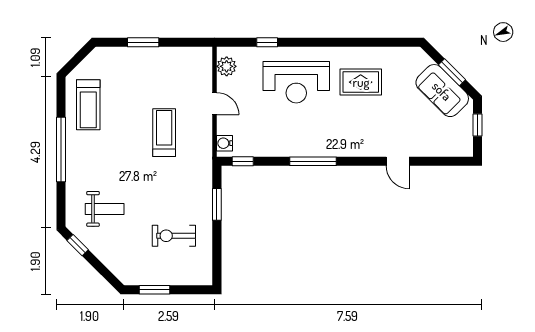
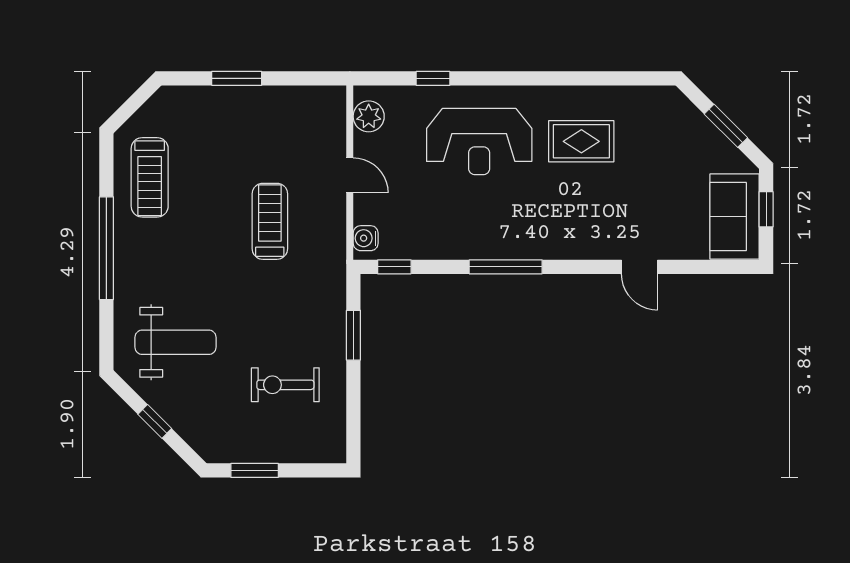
sofa: (442, 91) -> (735, 216), moved, turned 45
weight bench: (105, 209) -> (176, 342), width x1.36, depth x1.33
window: (78, 245) -> (155, 421), moved

